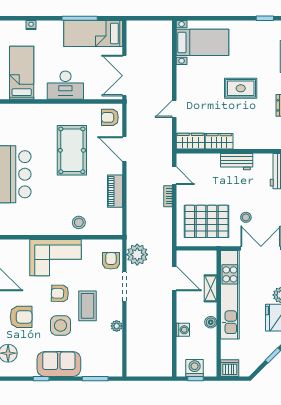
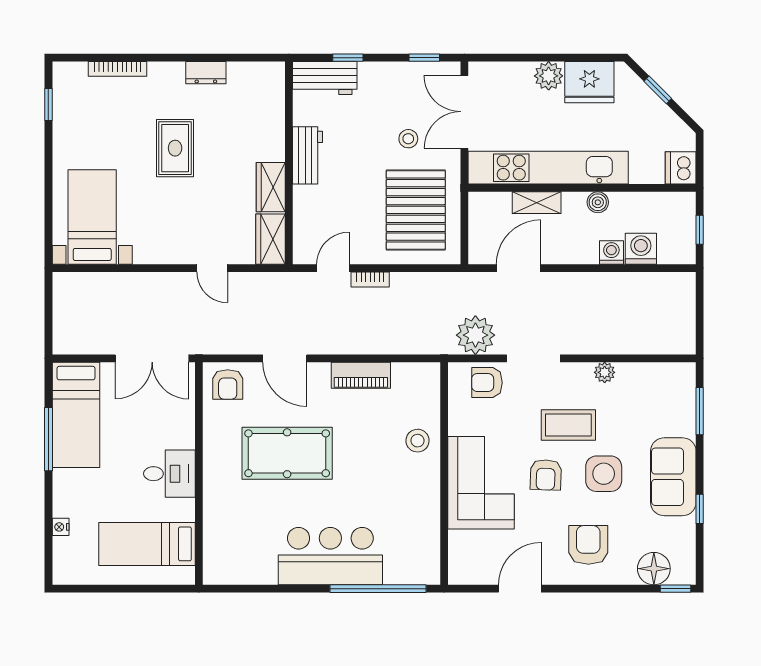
desk: (65, 85) -> (169, 474), width x0.73
door: (124, 149) -> (285, 358), hinge flipped
washing machine: (195, 368) -> (641, 249), moved, turned 90

